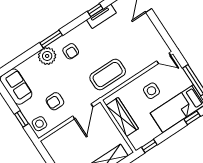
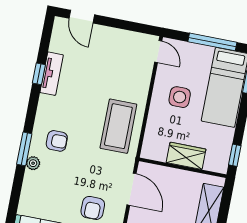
plant: (47, 56) -> (33, 163), width x0.53, depth x0.53
door: (164, 58) -> (158, 52), hinge flipped
wardrobe: (122, 117) -> (186, 156), width x0.67

